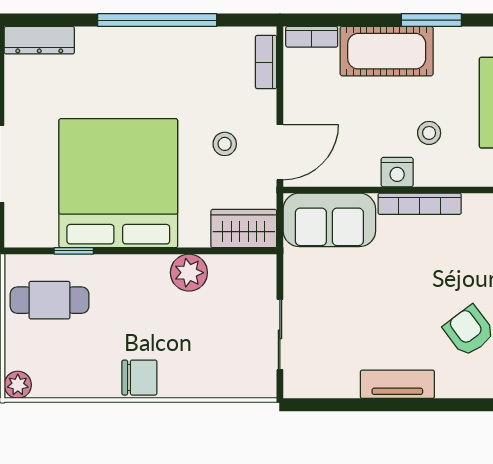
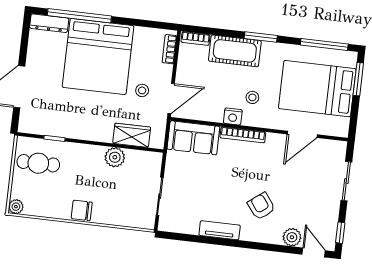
window: (157, 20) -> (79, 16), moved
bed: (118, 183) -> (98, 56), moved, turned 180
wardrobe: (244, 229) -> (132, 135), moved
chair: (139, 378) -> (82, 210), turned 180

